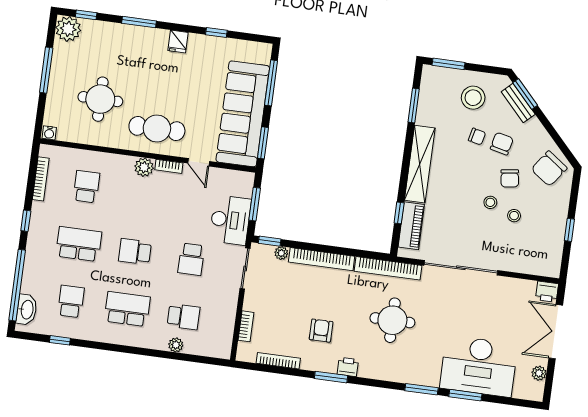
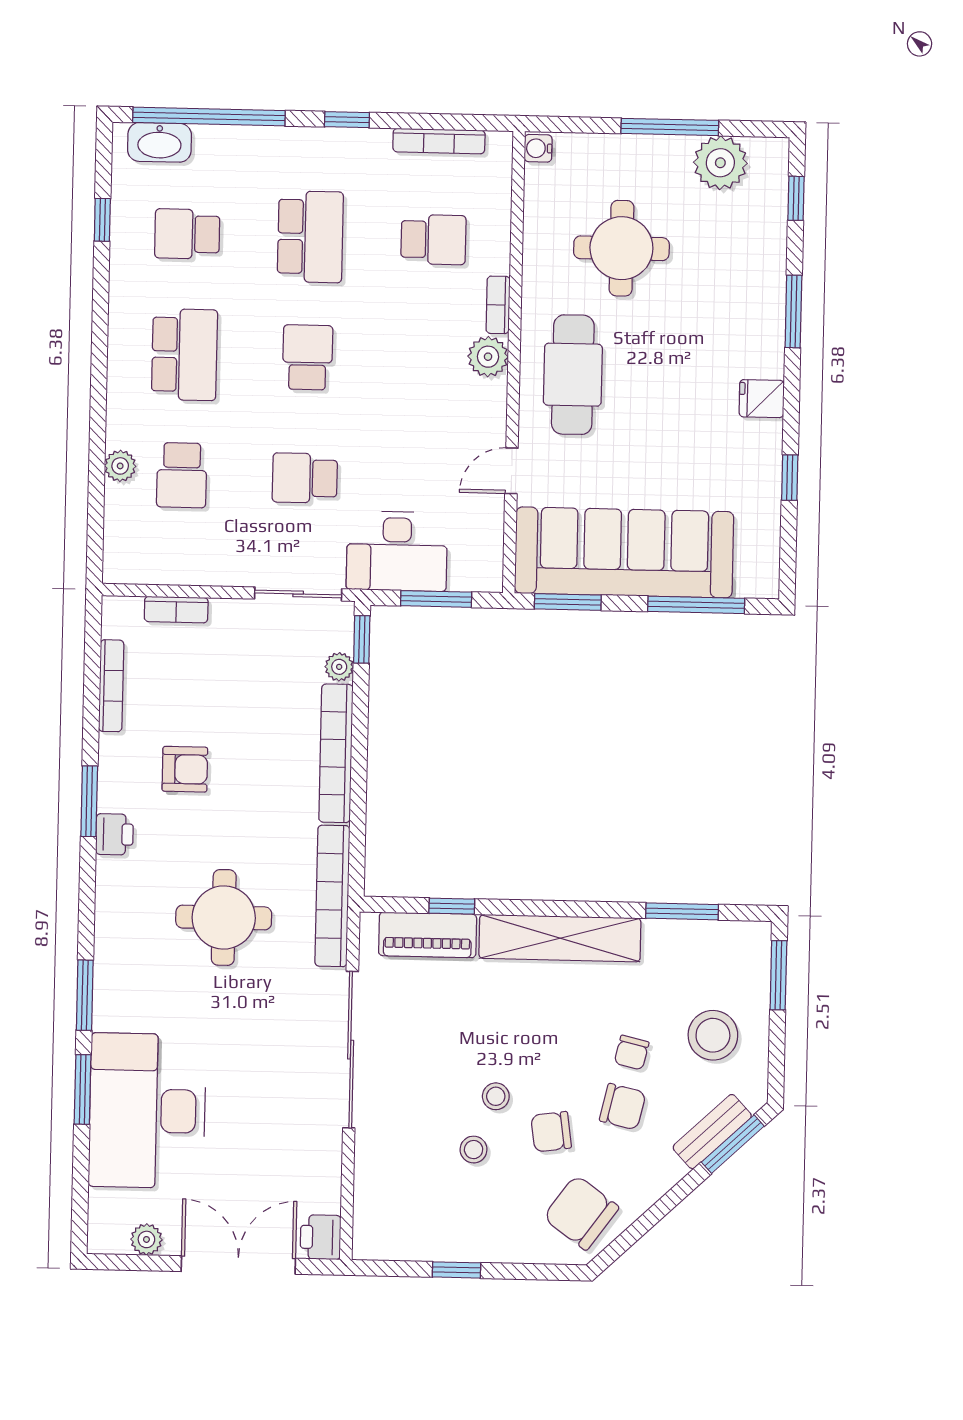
plant: (68, 29) -> (720, 163), moved
bookcase: (169, 166) -> (498, 305), moved
school desk: (71, 301) -> (187, 234), turned 180

